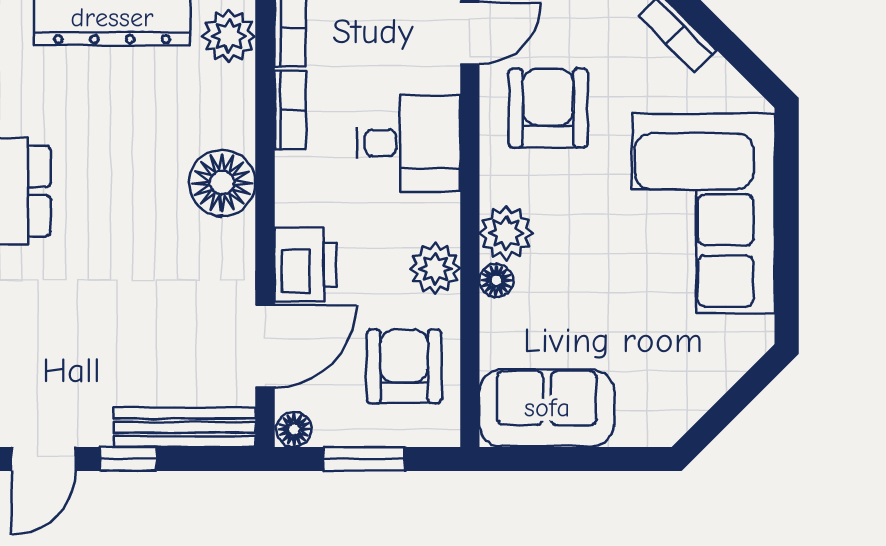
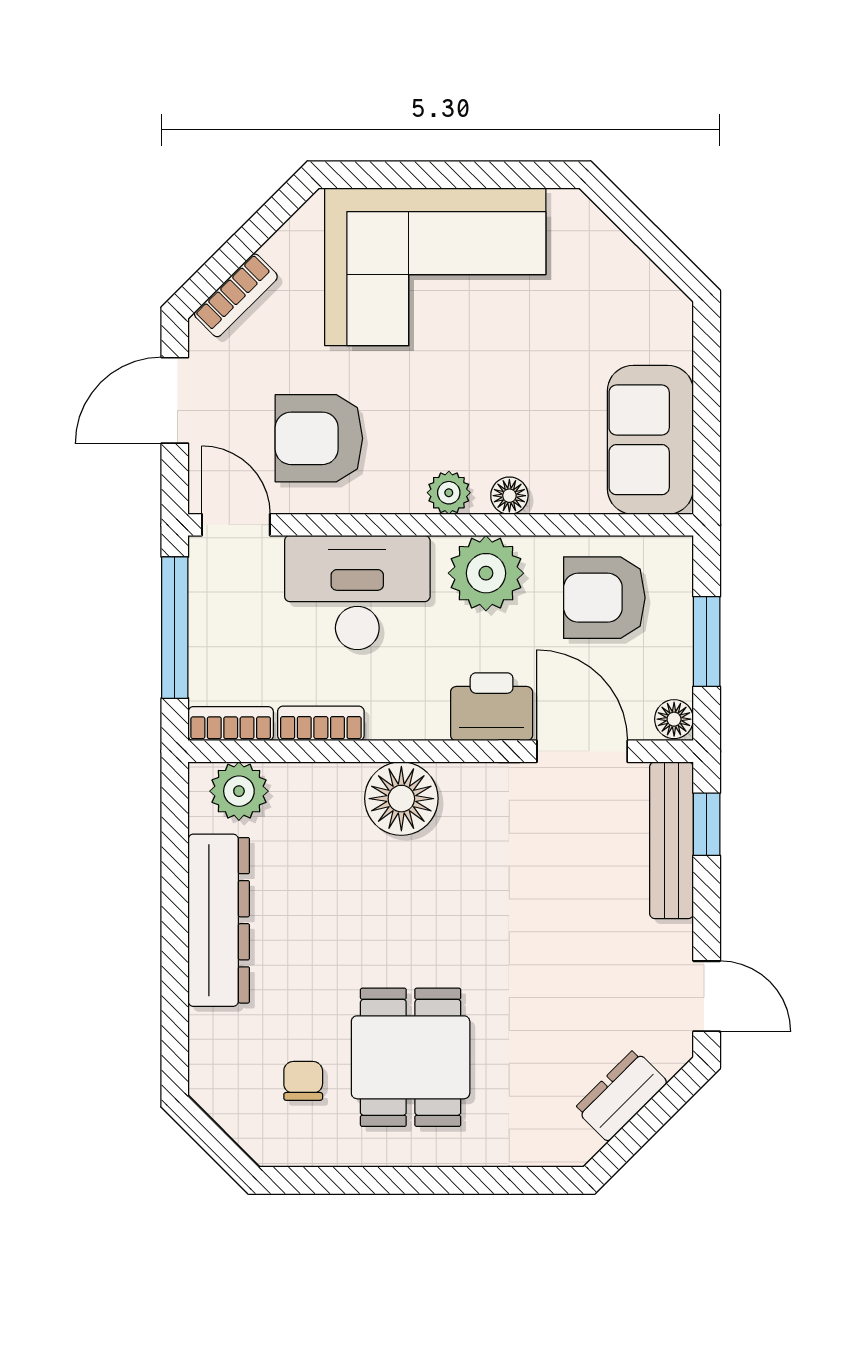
desk: (409, 143) -> (357, 593), width x1.37
plant: (506, 233) -> (449, 493), width x0.73, depth x0.73
plant: (435, 268) -> (486, 573), width x1.36, depth x1.36
window: (128, 459) -> (707, 824), moved

